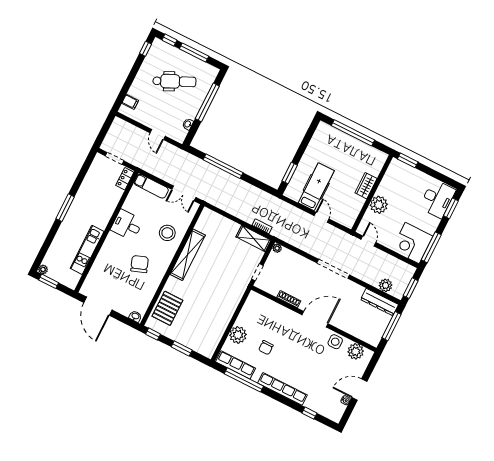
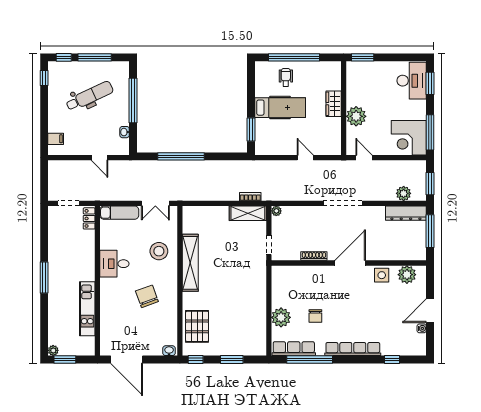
wheelchair: (338, 145) -> (286, 77), added
hospital bed: (316, 187) -> (280, 108), moved, turned 90

